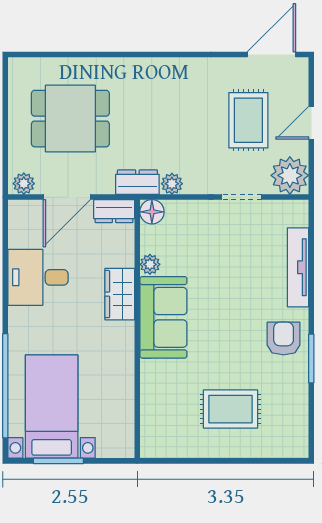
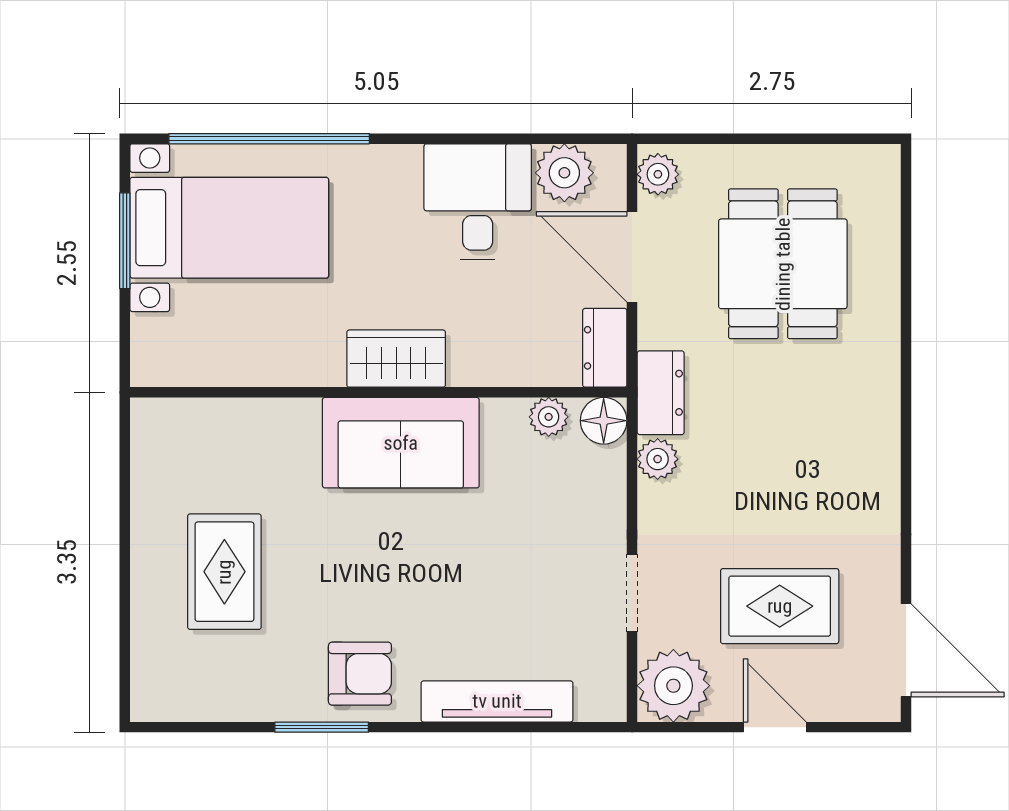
plant: (23, 232) -> (564, 173), added
plant: (150, 264) -> (549, 417), moved
wardrobe: (120, 294) -> (396, 359), moved

